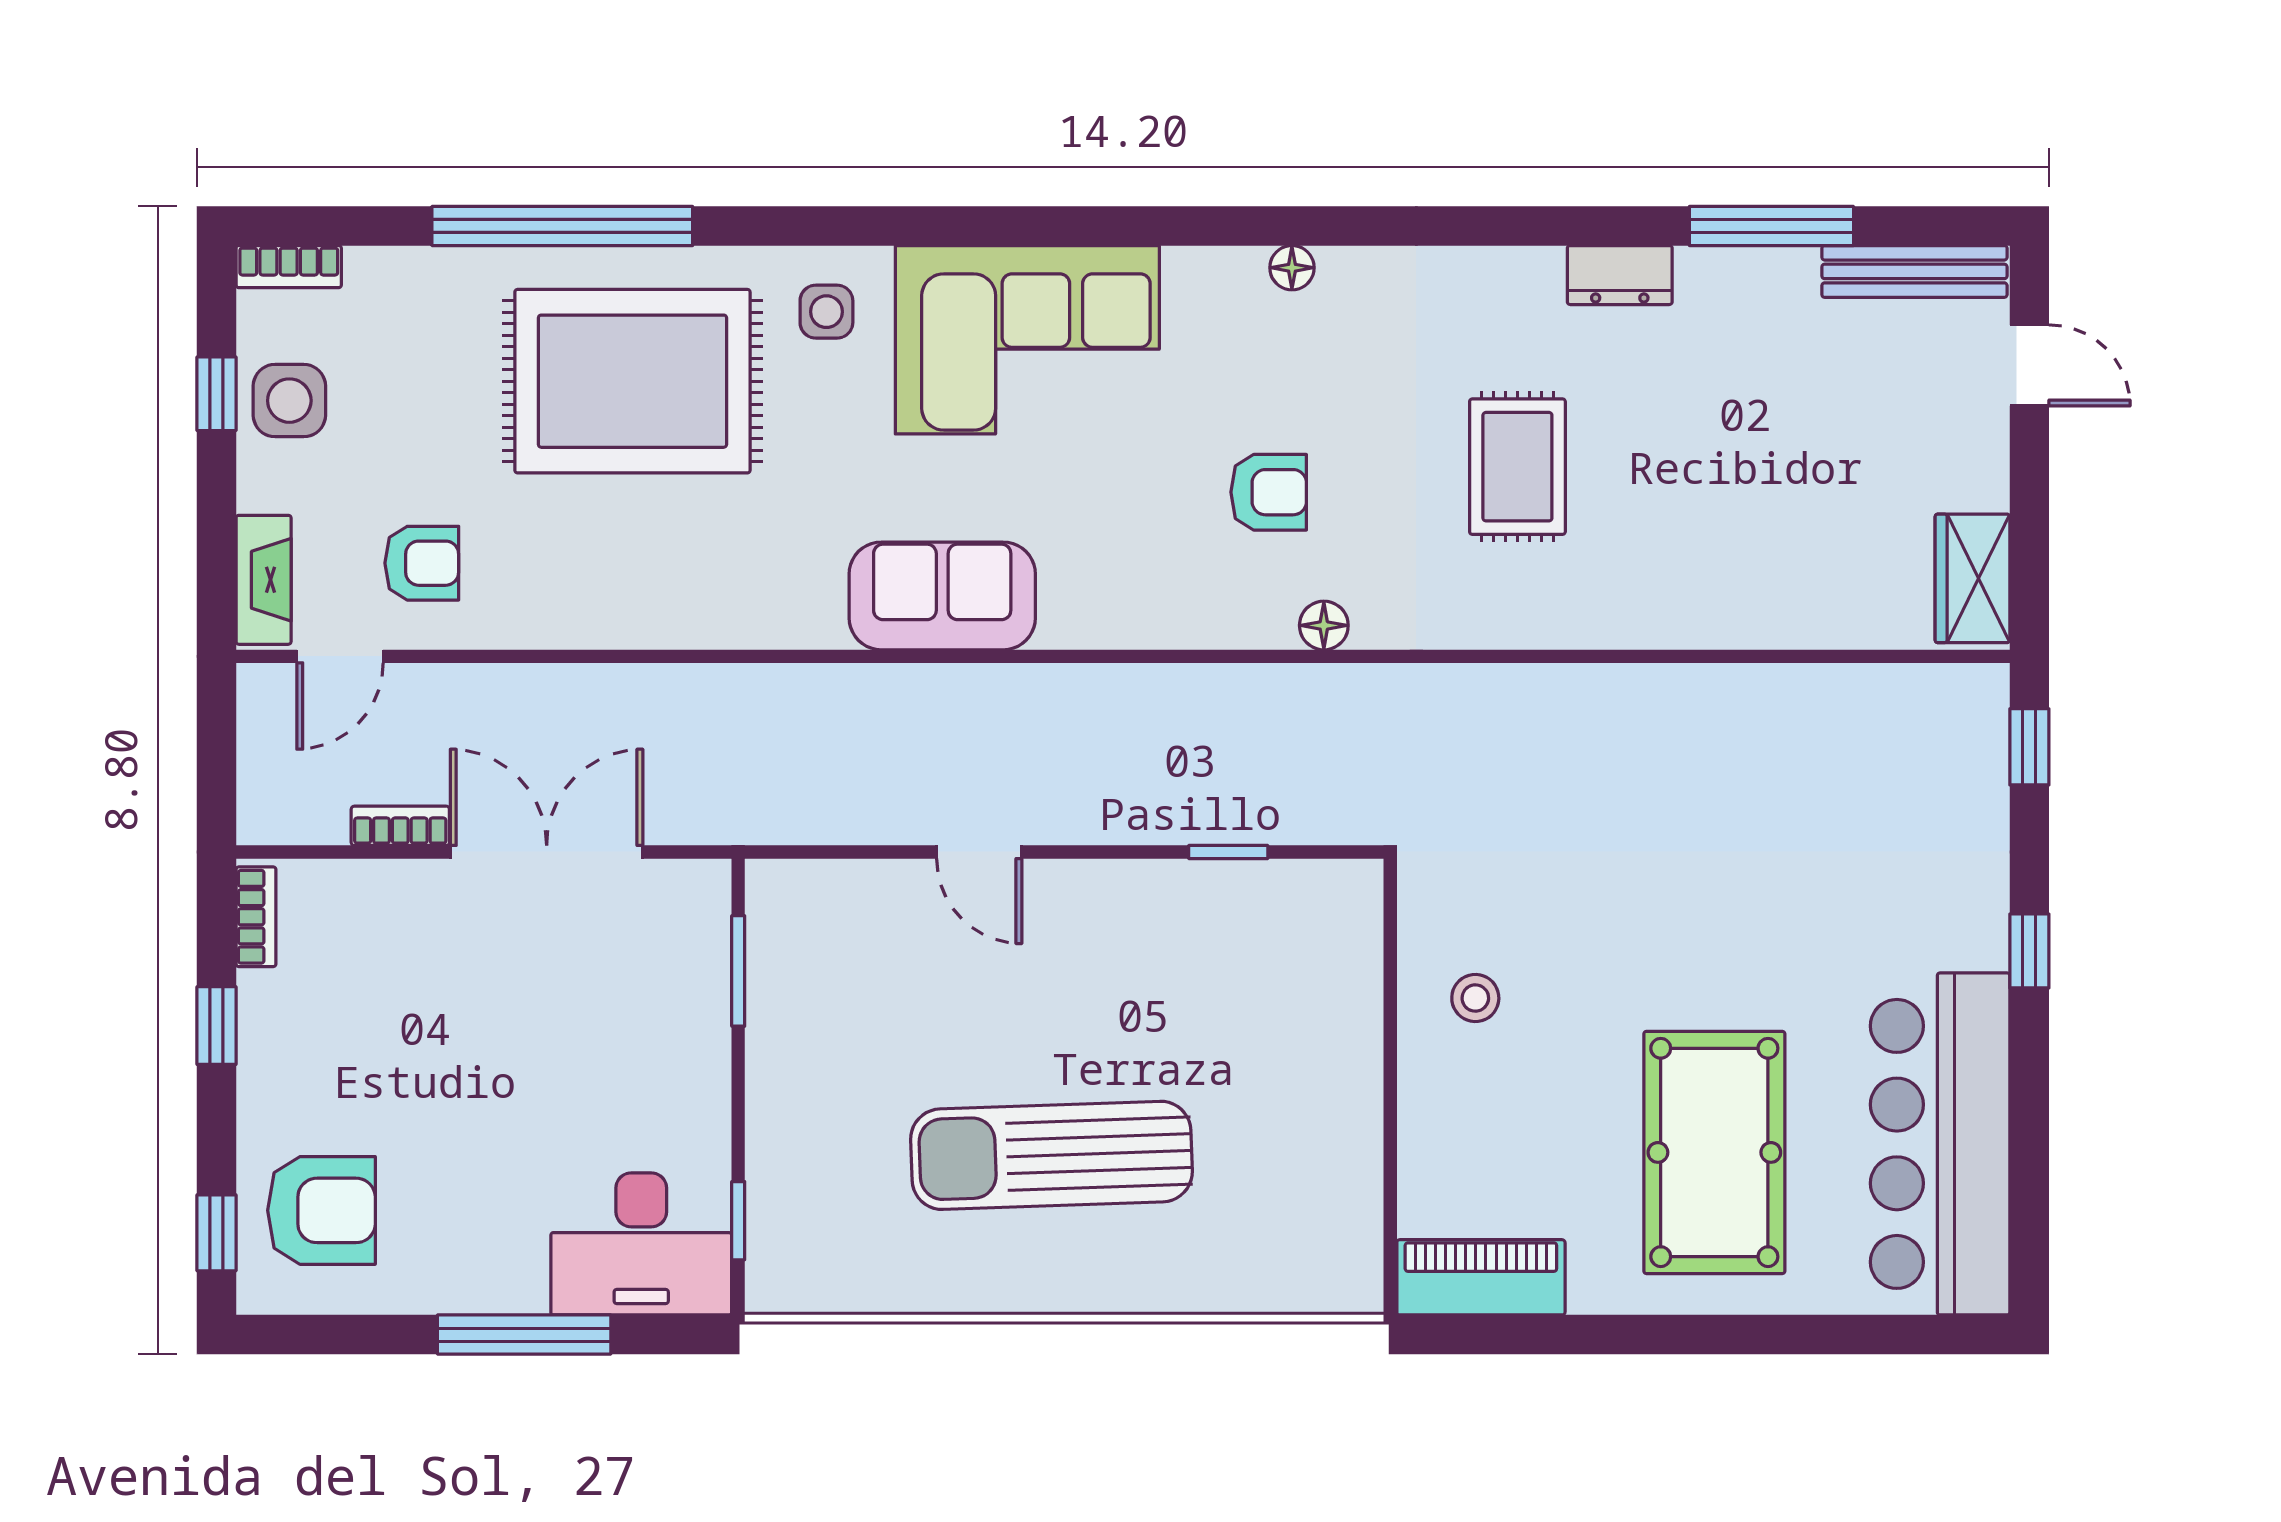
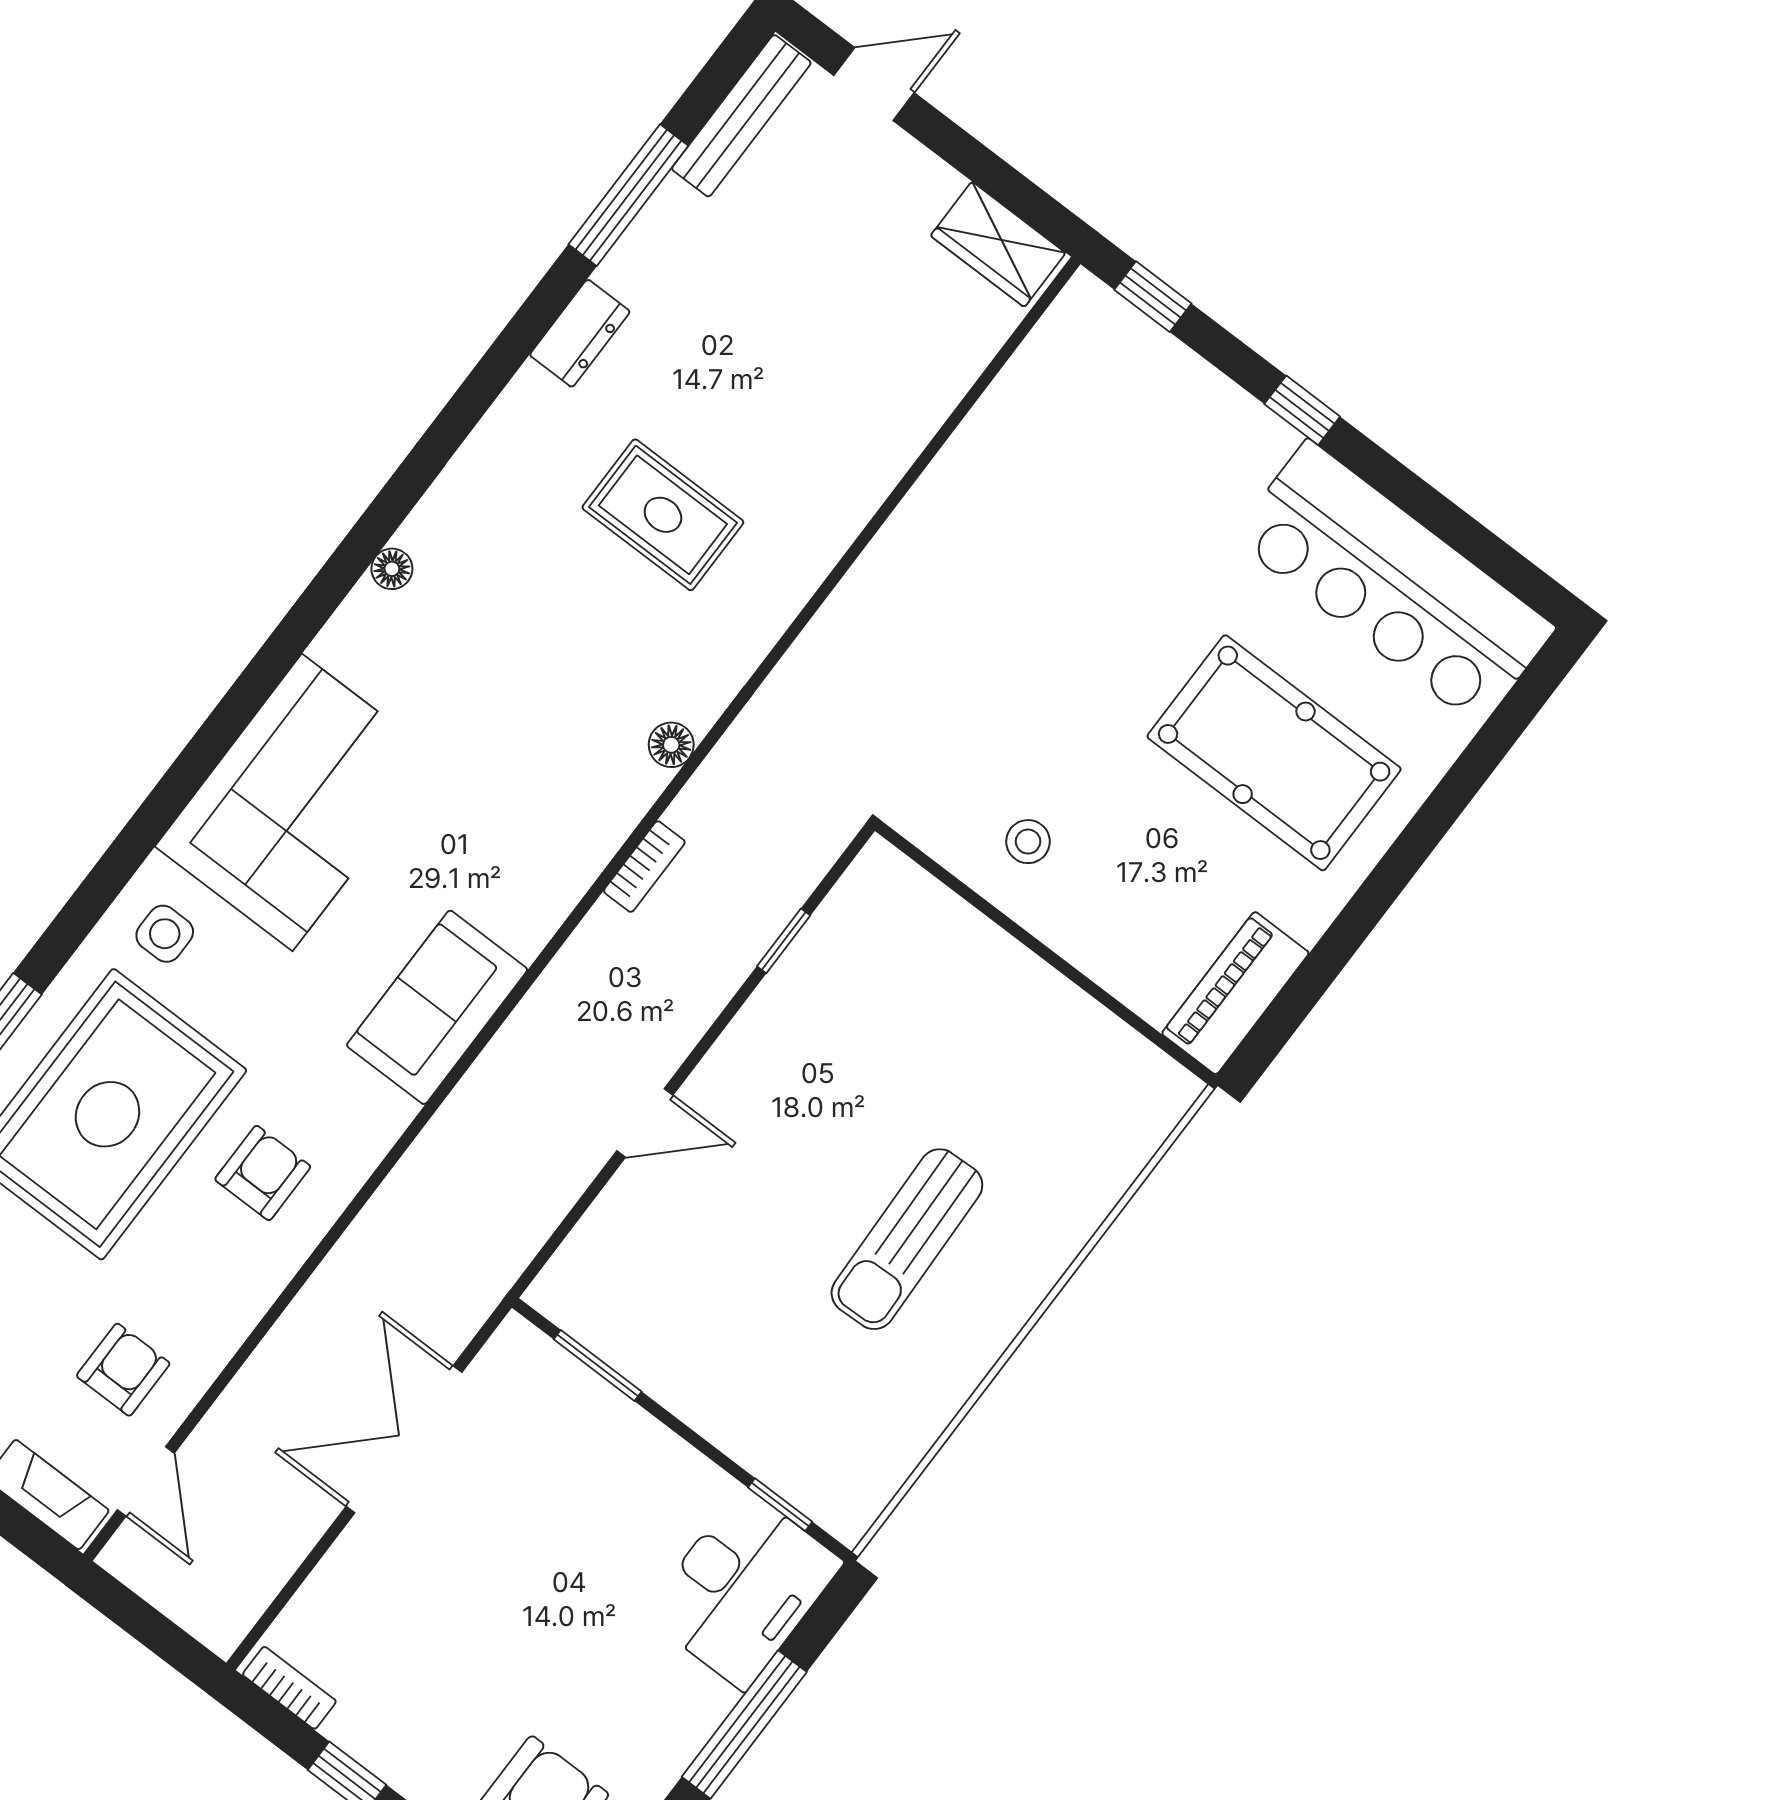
armchair: (1269, 492) -> (263, 1173), moved
bookcase: (400, 826) -> (644, 867), moved, turned 180
sun lounger: (1051, 1155) -> (907, 1239), width x0.73, depth x0.75

